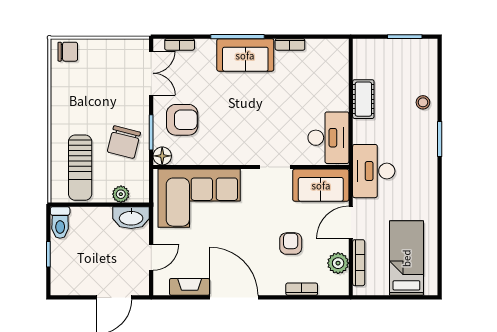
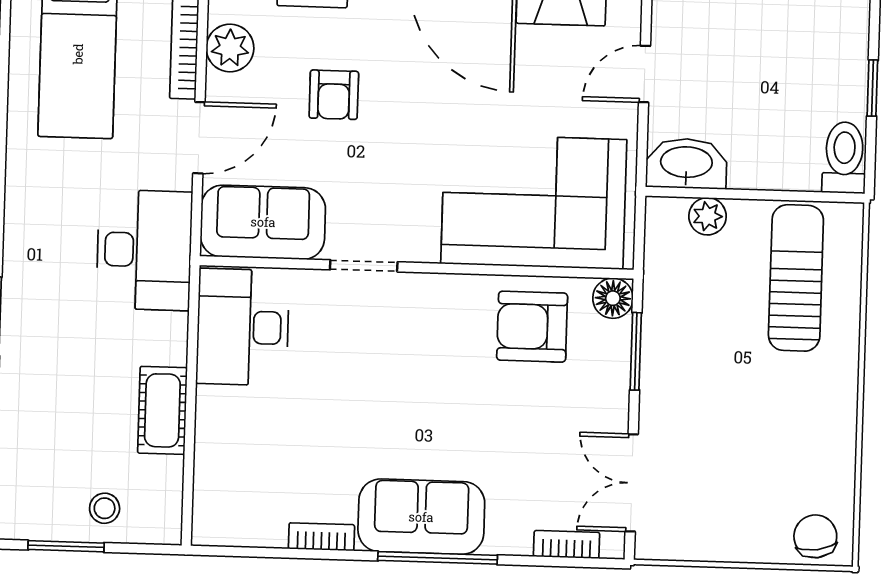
chair: (68, 52) -> (815, 536), turned 81
stool: (423, 102) -> (105, 508), moved
armchair: (182, 120) -> (532, 327), moved
chair: (124, 142) -> (697, 332), removed

